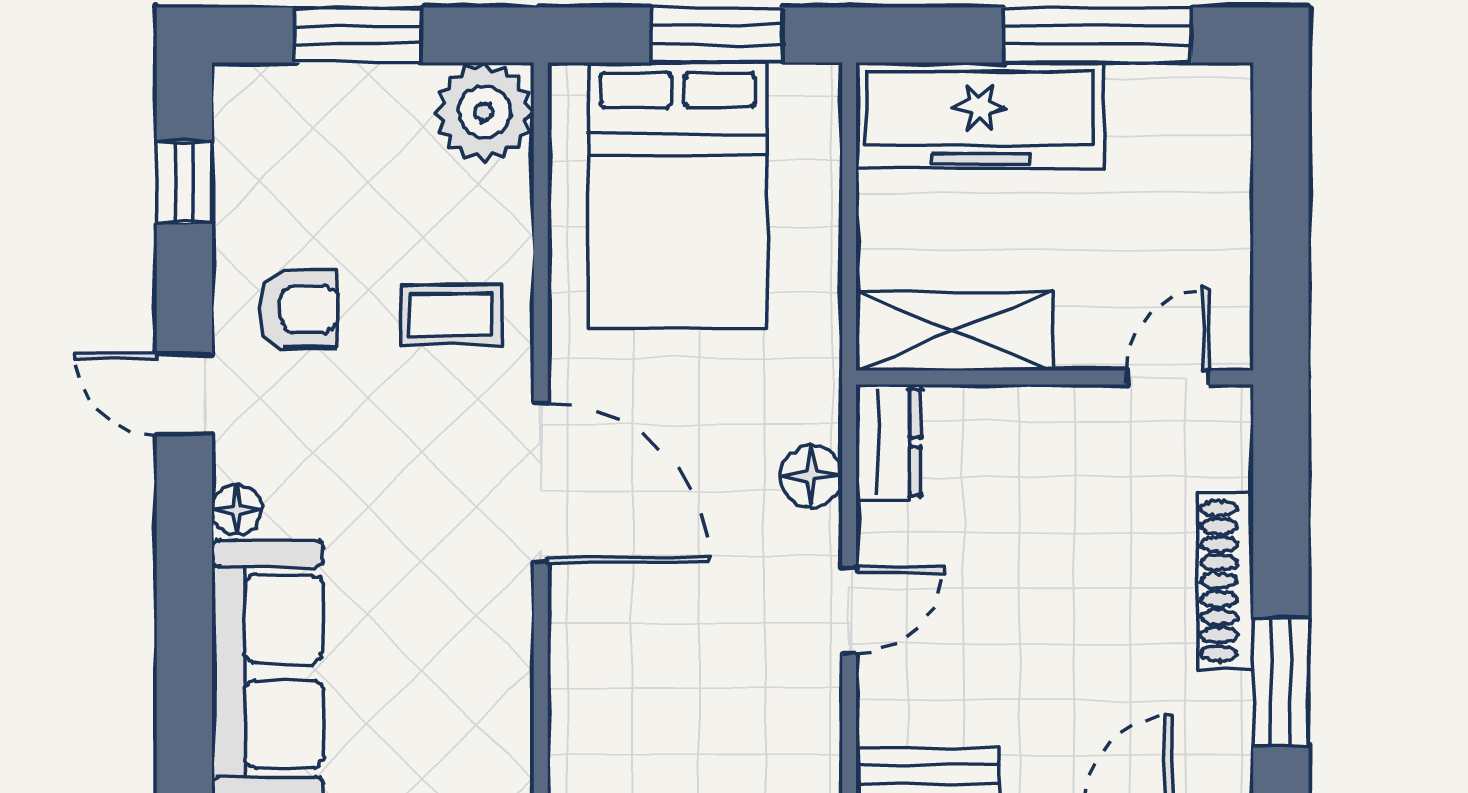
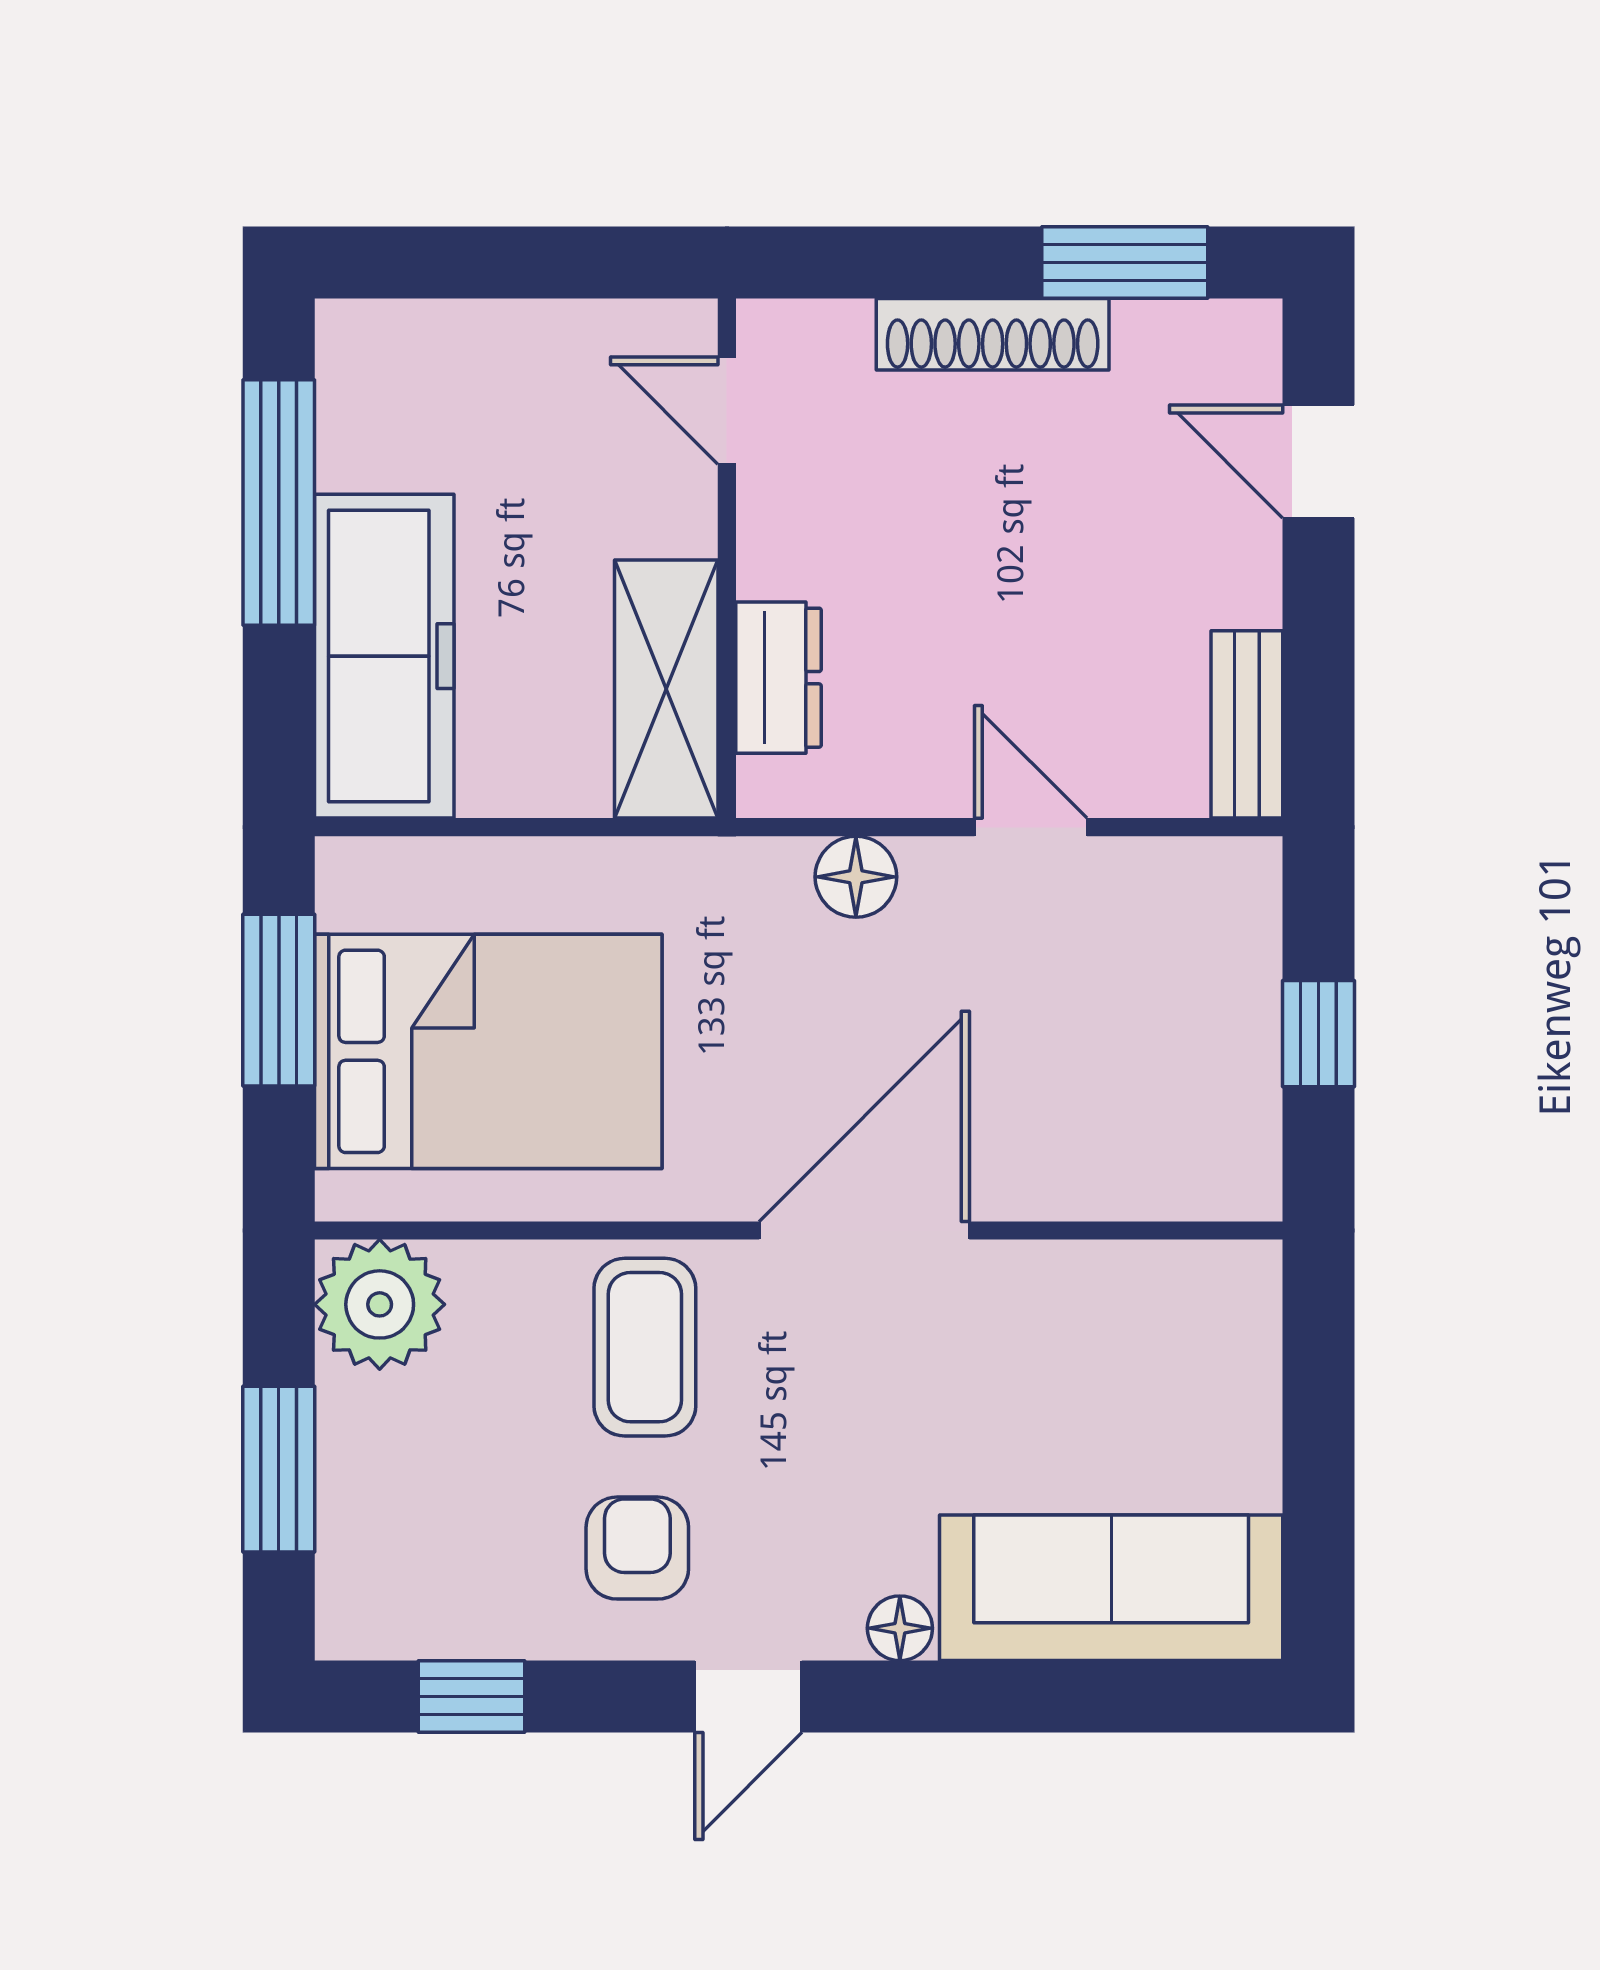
coffee table: (452, 315) -> (645, 1347), width x1.36, depth x1.30
dresser: (889, 442) -> (779, 678), moved, turned 90

